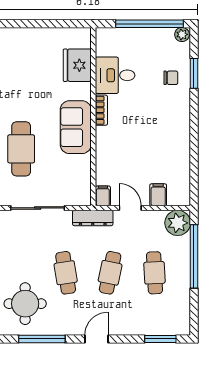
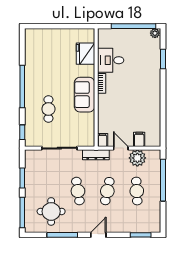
chair: (171, 78) -> (148, 62), removed
cafe table: (21, 149) -> (48, 109), width x0.73, depth x0.74
plant: (178, 223) -> (137, 158), moved

